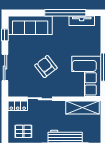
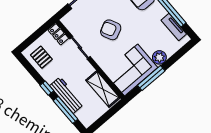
plant: (94, 49) -> (159, 57), added
armchair: (46, 67) -> (111, 30), turned -78

